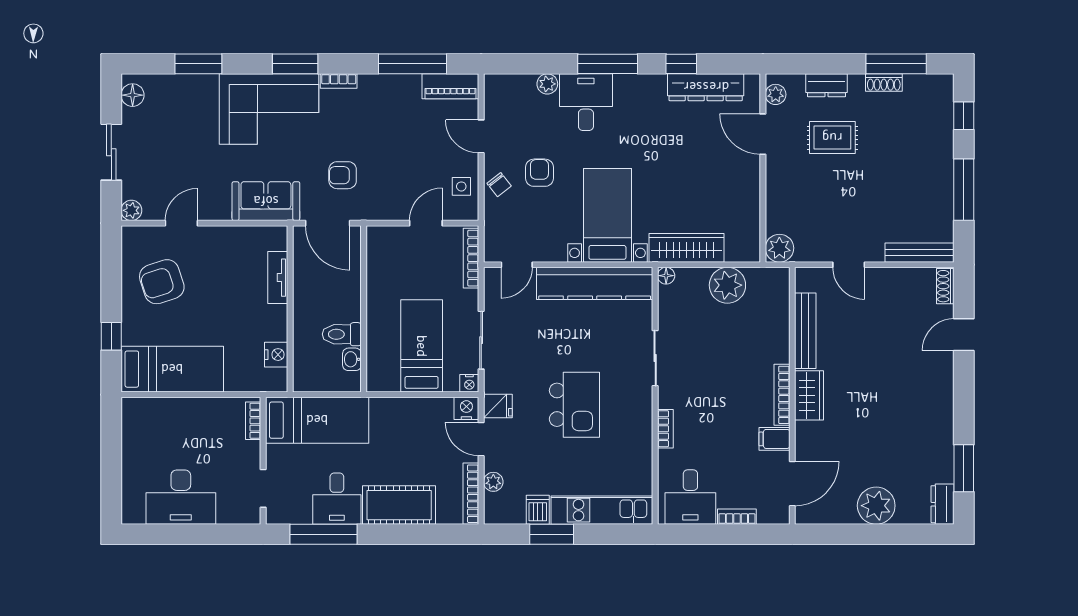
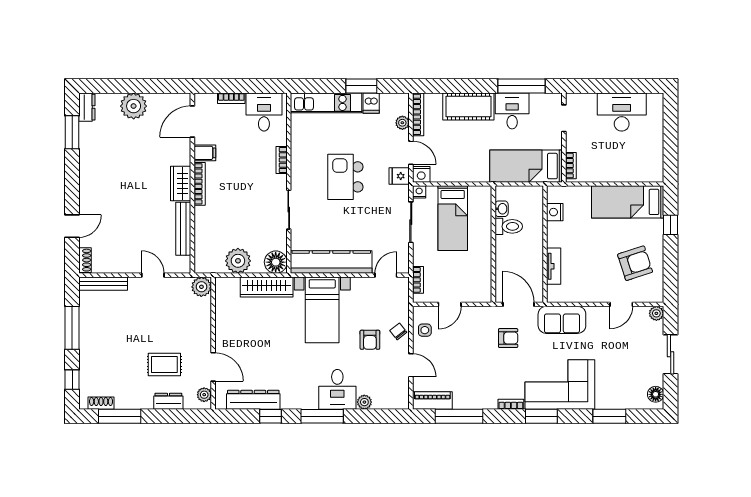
shoe rack: (884, 83) -> (101, 403), moved
bookcase: (471, 258) -> (418, 280), width x0.64
floor lamp: (666, 276) -> (276, 262), width x1.89, depth x1.89

